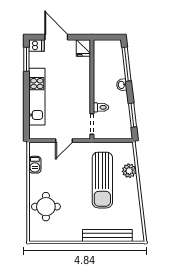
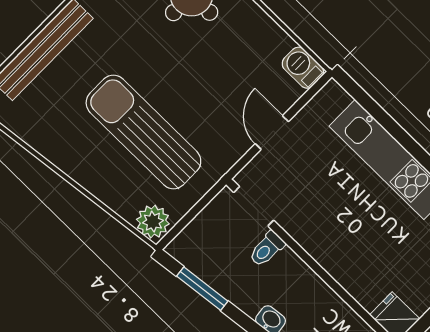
barbecue: (35, 165) -> (303, 68), moved
plant: (129, 171) -> (153, 222), moved

